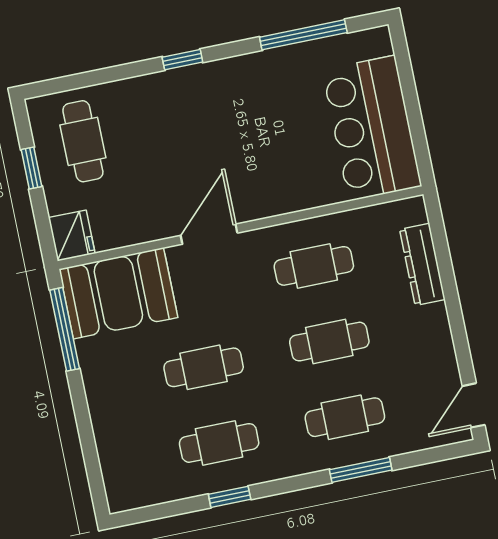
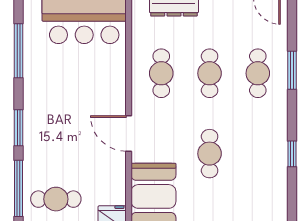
window: (182, 60) -> (18, 128), width x1.50
window: (87, 79) -> (18, 188), added
cafe table: (219, 443) -> (258, 154), removed

